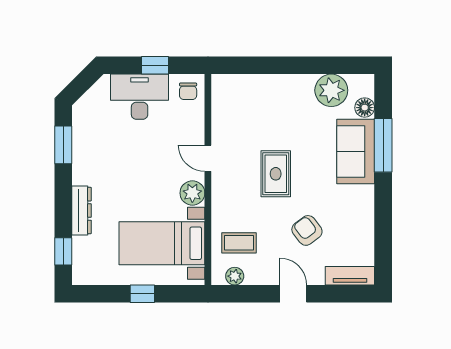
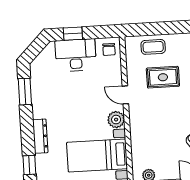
window: (155, 65) -> (73, 34), moved
rug: (276, 174) -> (163, 77), moved, turned 90
coffee table: (239, 243) -> (153, 47), moved

